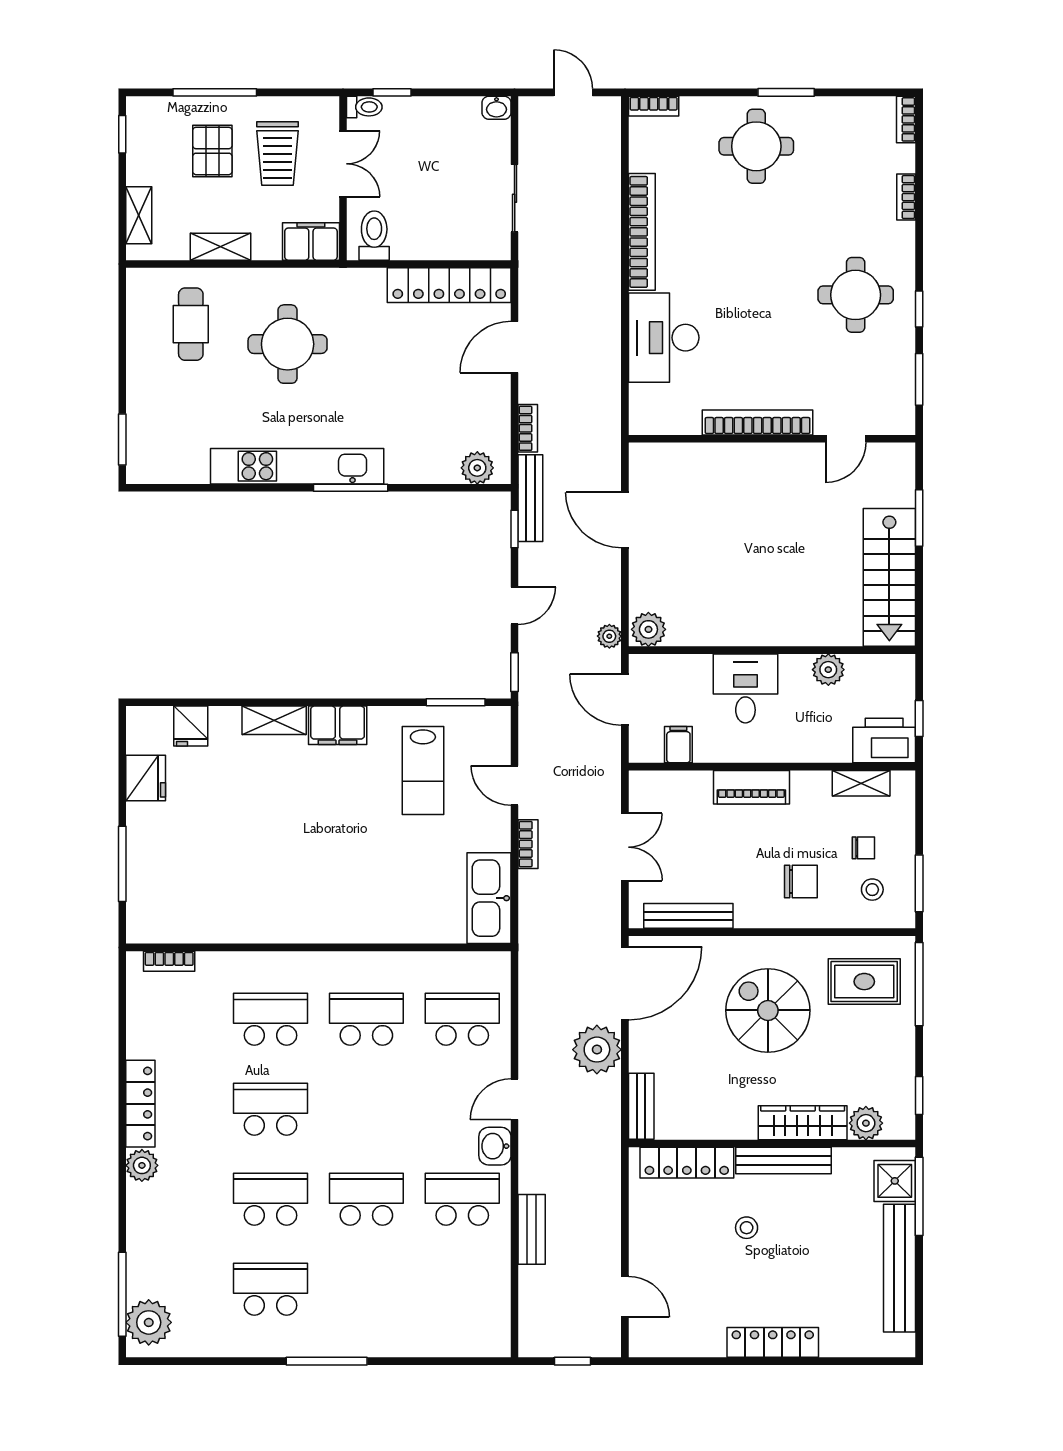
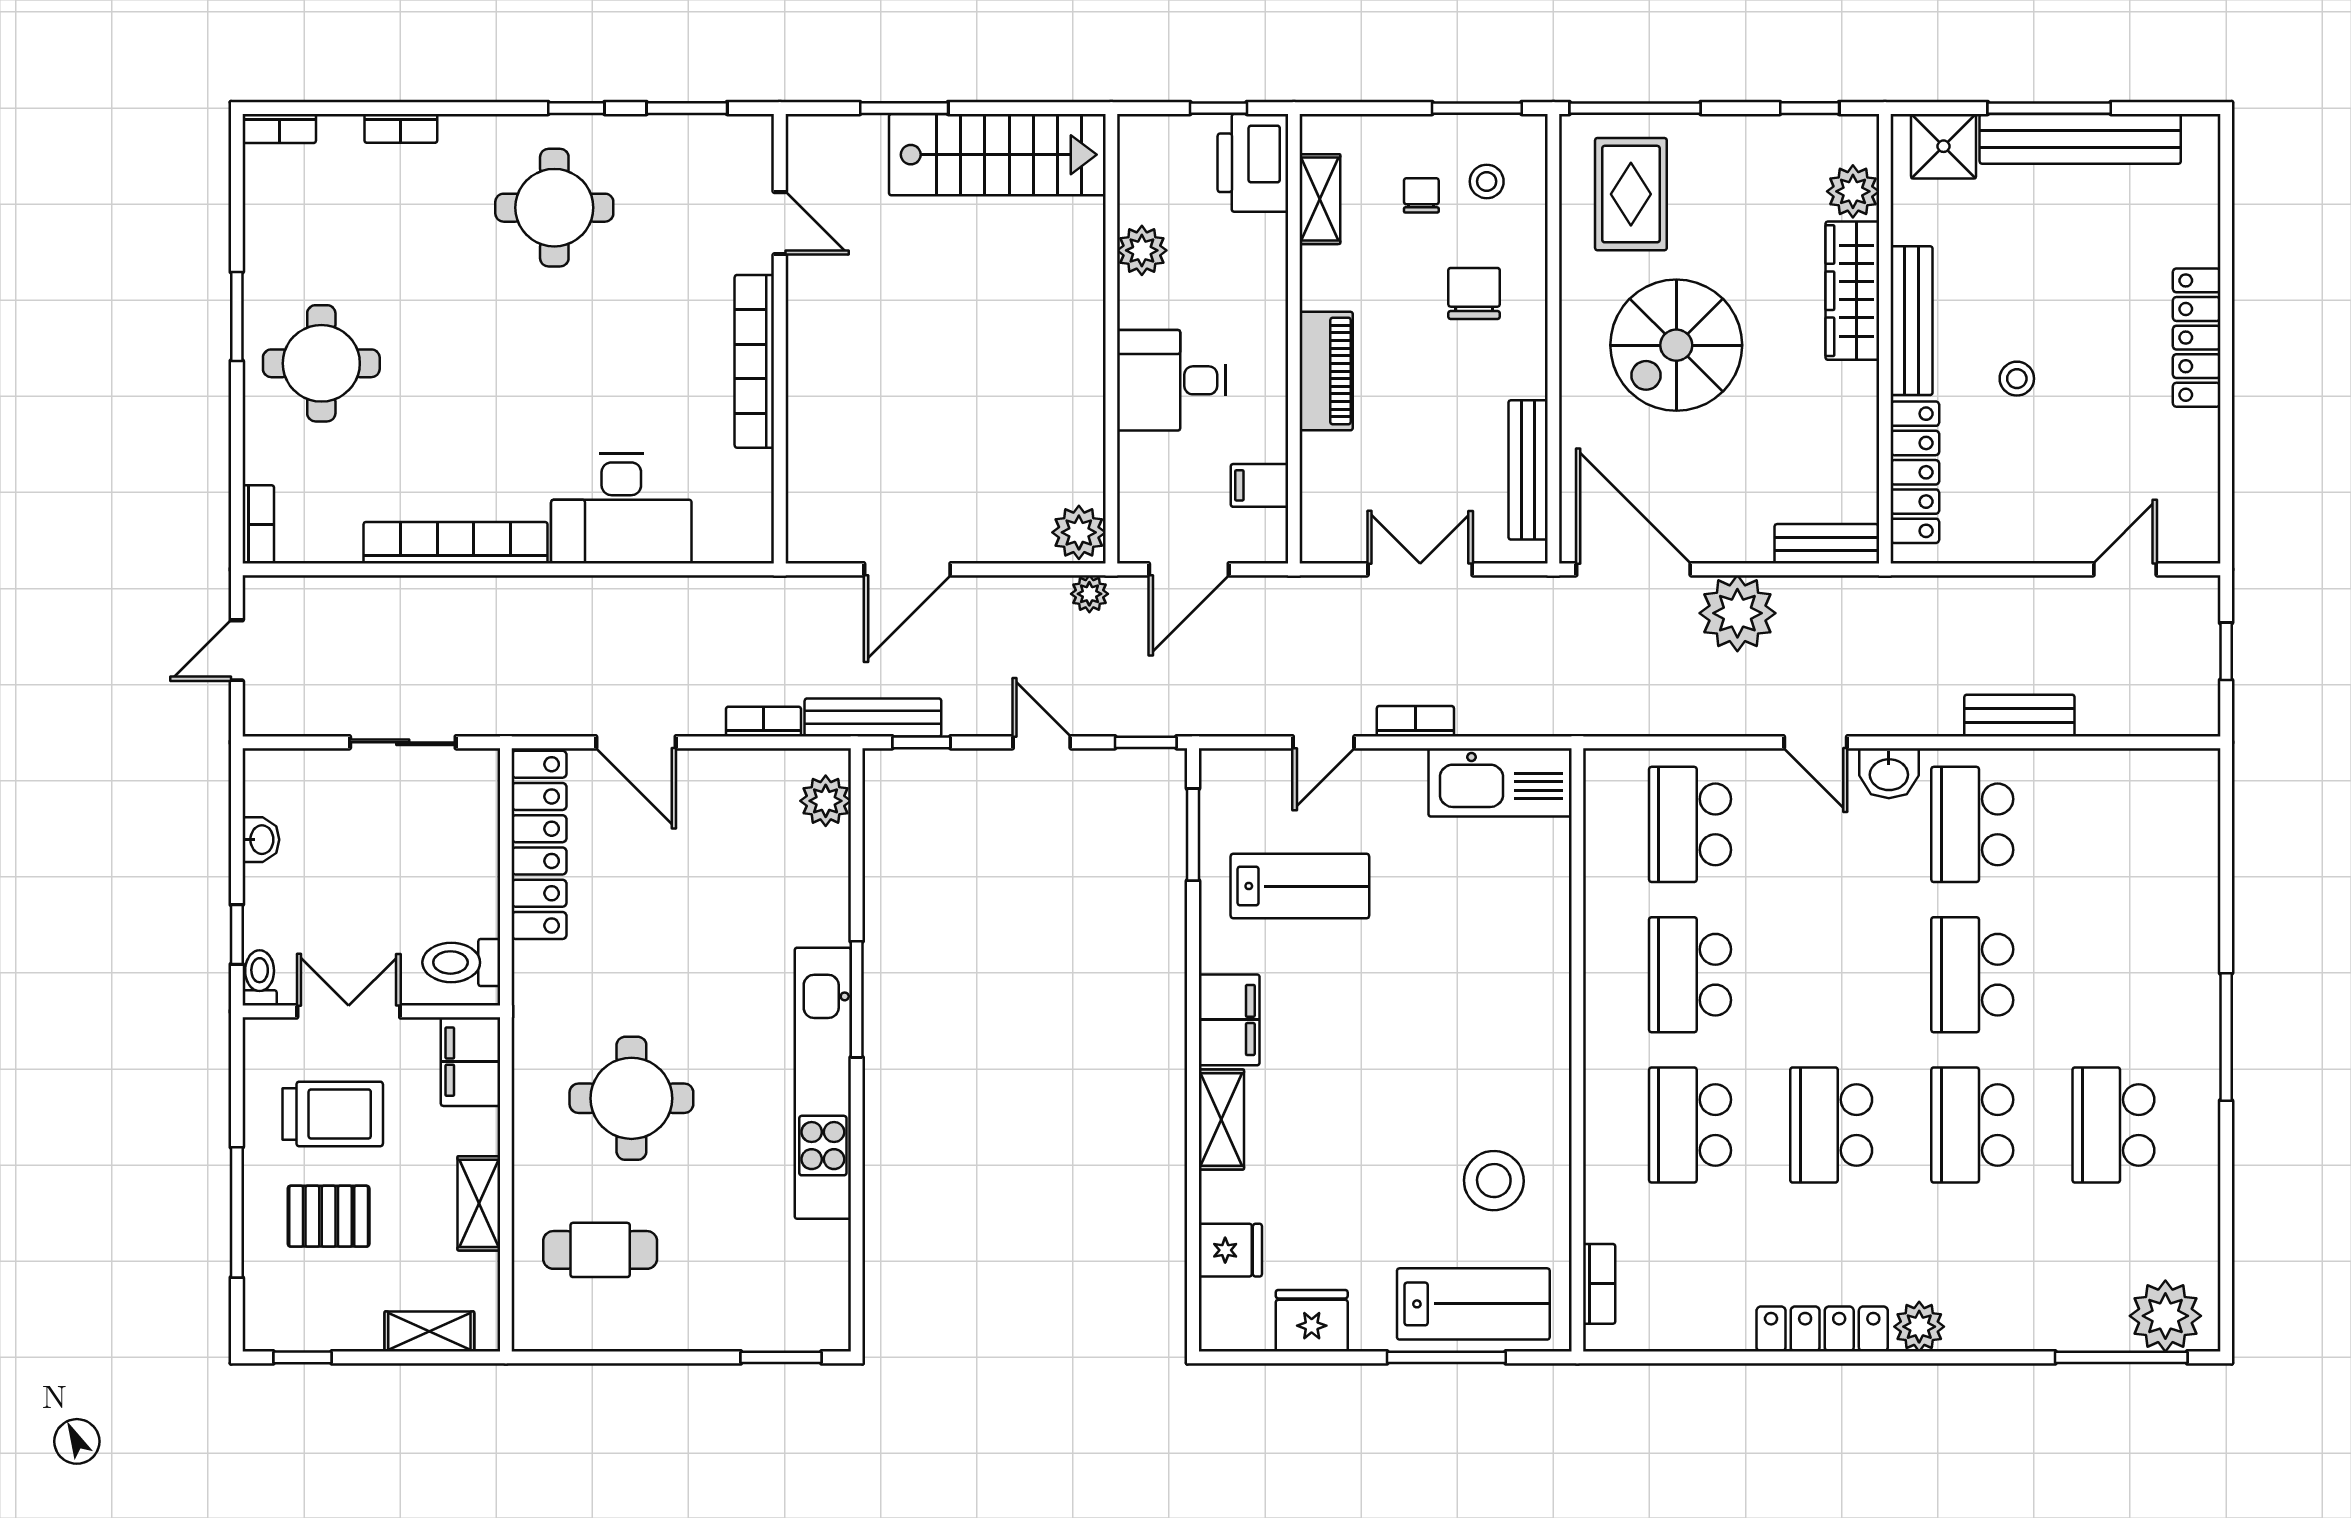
washbasin: (497, 108) -> (261, 840), moved
lab bench: (156, 881) -> (1473, 1304), added
stool: (235, 894) -> (1494, 1181), added
window: (919, 1196) -> (2049, 108), moved

